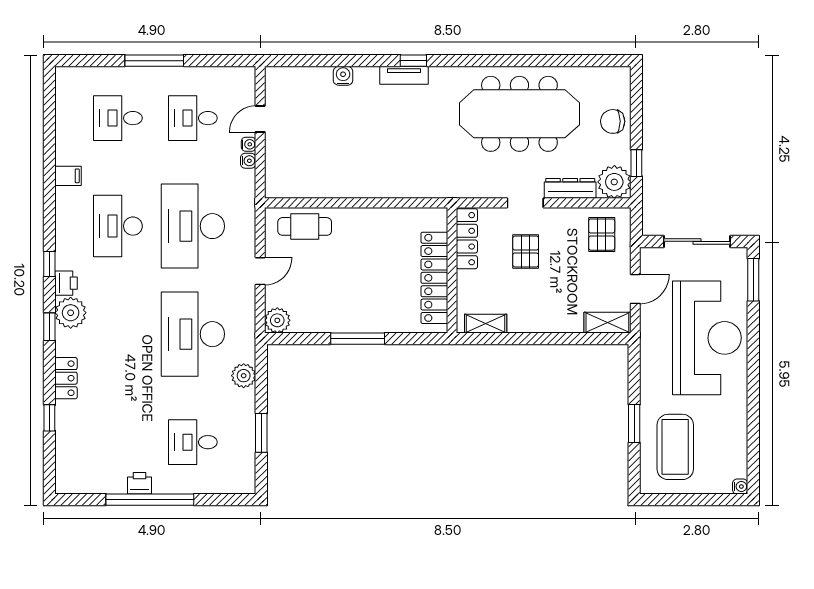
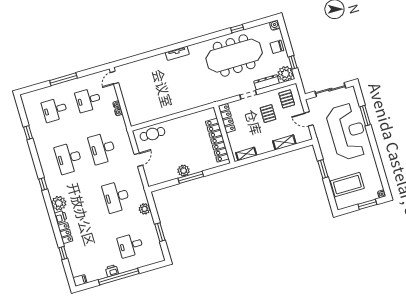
window: (413, 61) -> (237, 29), moved
water cooler: (343, 76) -> (275, 25), moved
door: (260, 119) -> (114, 78), moved
filing cabinet: (68, 176) -> (80, 280), moved
desk: (193, 226) -> (102, 148), width x0.73, depth x0.77
pallet: (526, 252) -> (268, 114), moved
window: (753, 280) -> (365, 116), moved
printer: (66, 283) -> (61, 217), moved
door: (635, 289) -> (309, 119), swing flipped
plant: (277, 320) -> (183, 171), moved
shelving: (607, 323) -> (284, 142), moved
window: (49, 327) -> (28, 133), moved
desk: (193, 334) -> (116, 197), width x0.73, depth x0.77
window: (634, 424) -> (323, 169), moved
coffee table: (675, 447) -> (347, 185), turned 90
window: (705, 500) -> (367, 204), added

